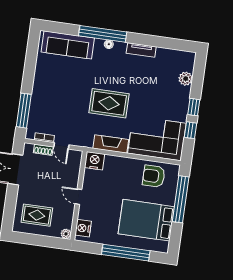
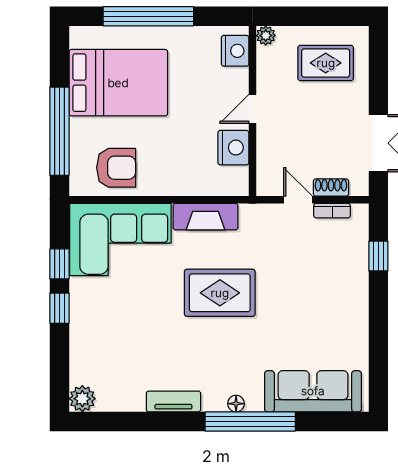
plant: (186, 79) -> (82, 399), moved
window: (24, 111) -> (378, 256), width x0.46
nightstand: (95, 161) -> (233, 148), moved, turned -90
door: (78, 197) -> (252, 109), swing flipped

